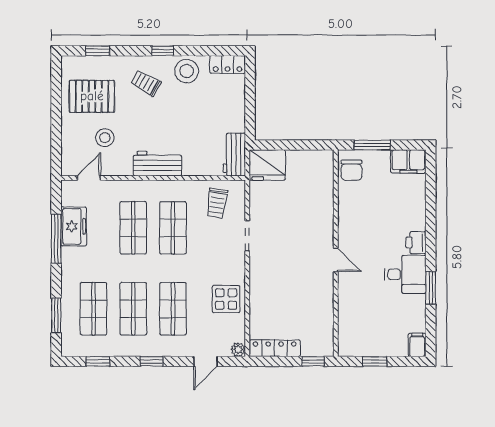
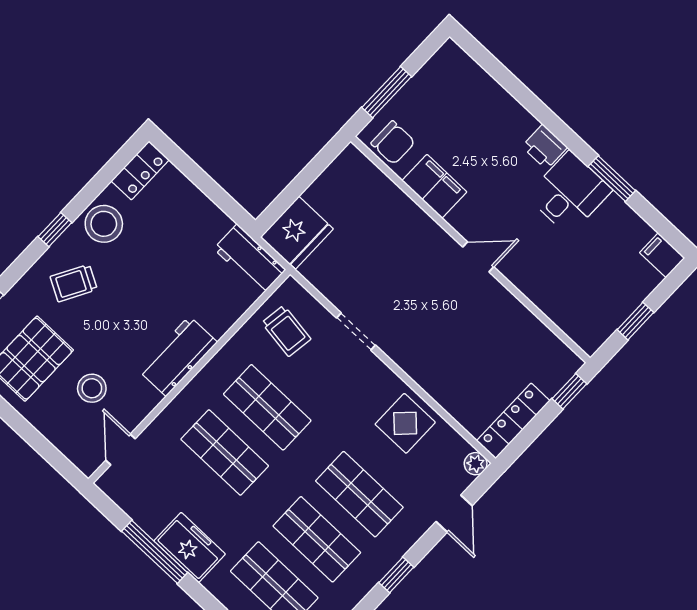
filing cabinet: (408, 161) -> (434, 186), moved, turned -90
freezer: (74, 226) -> (190, 547), moved

